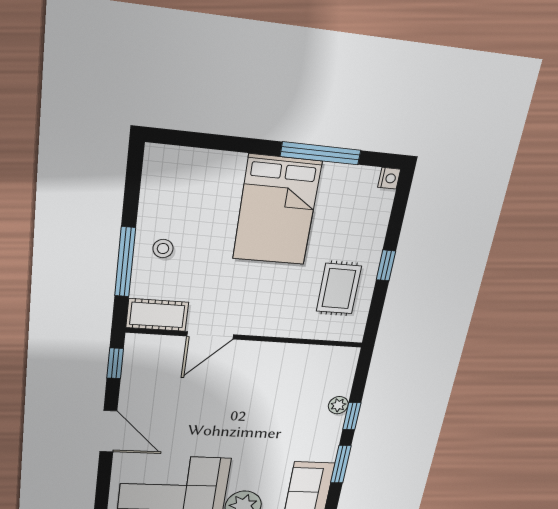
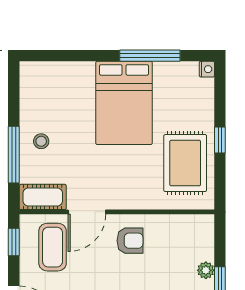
rug: (339, 289) -> (185, 163), width x1.36, depth x1.43
armchair: (257, 370) -> (130, 241), added
coffee table: (163, 372) -> (53, 247), added

